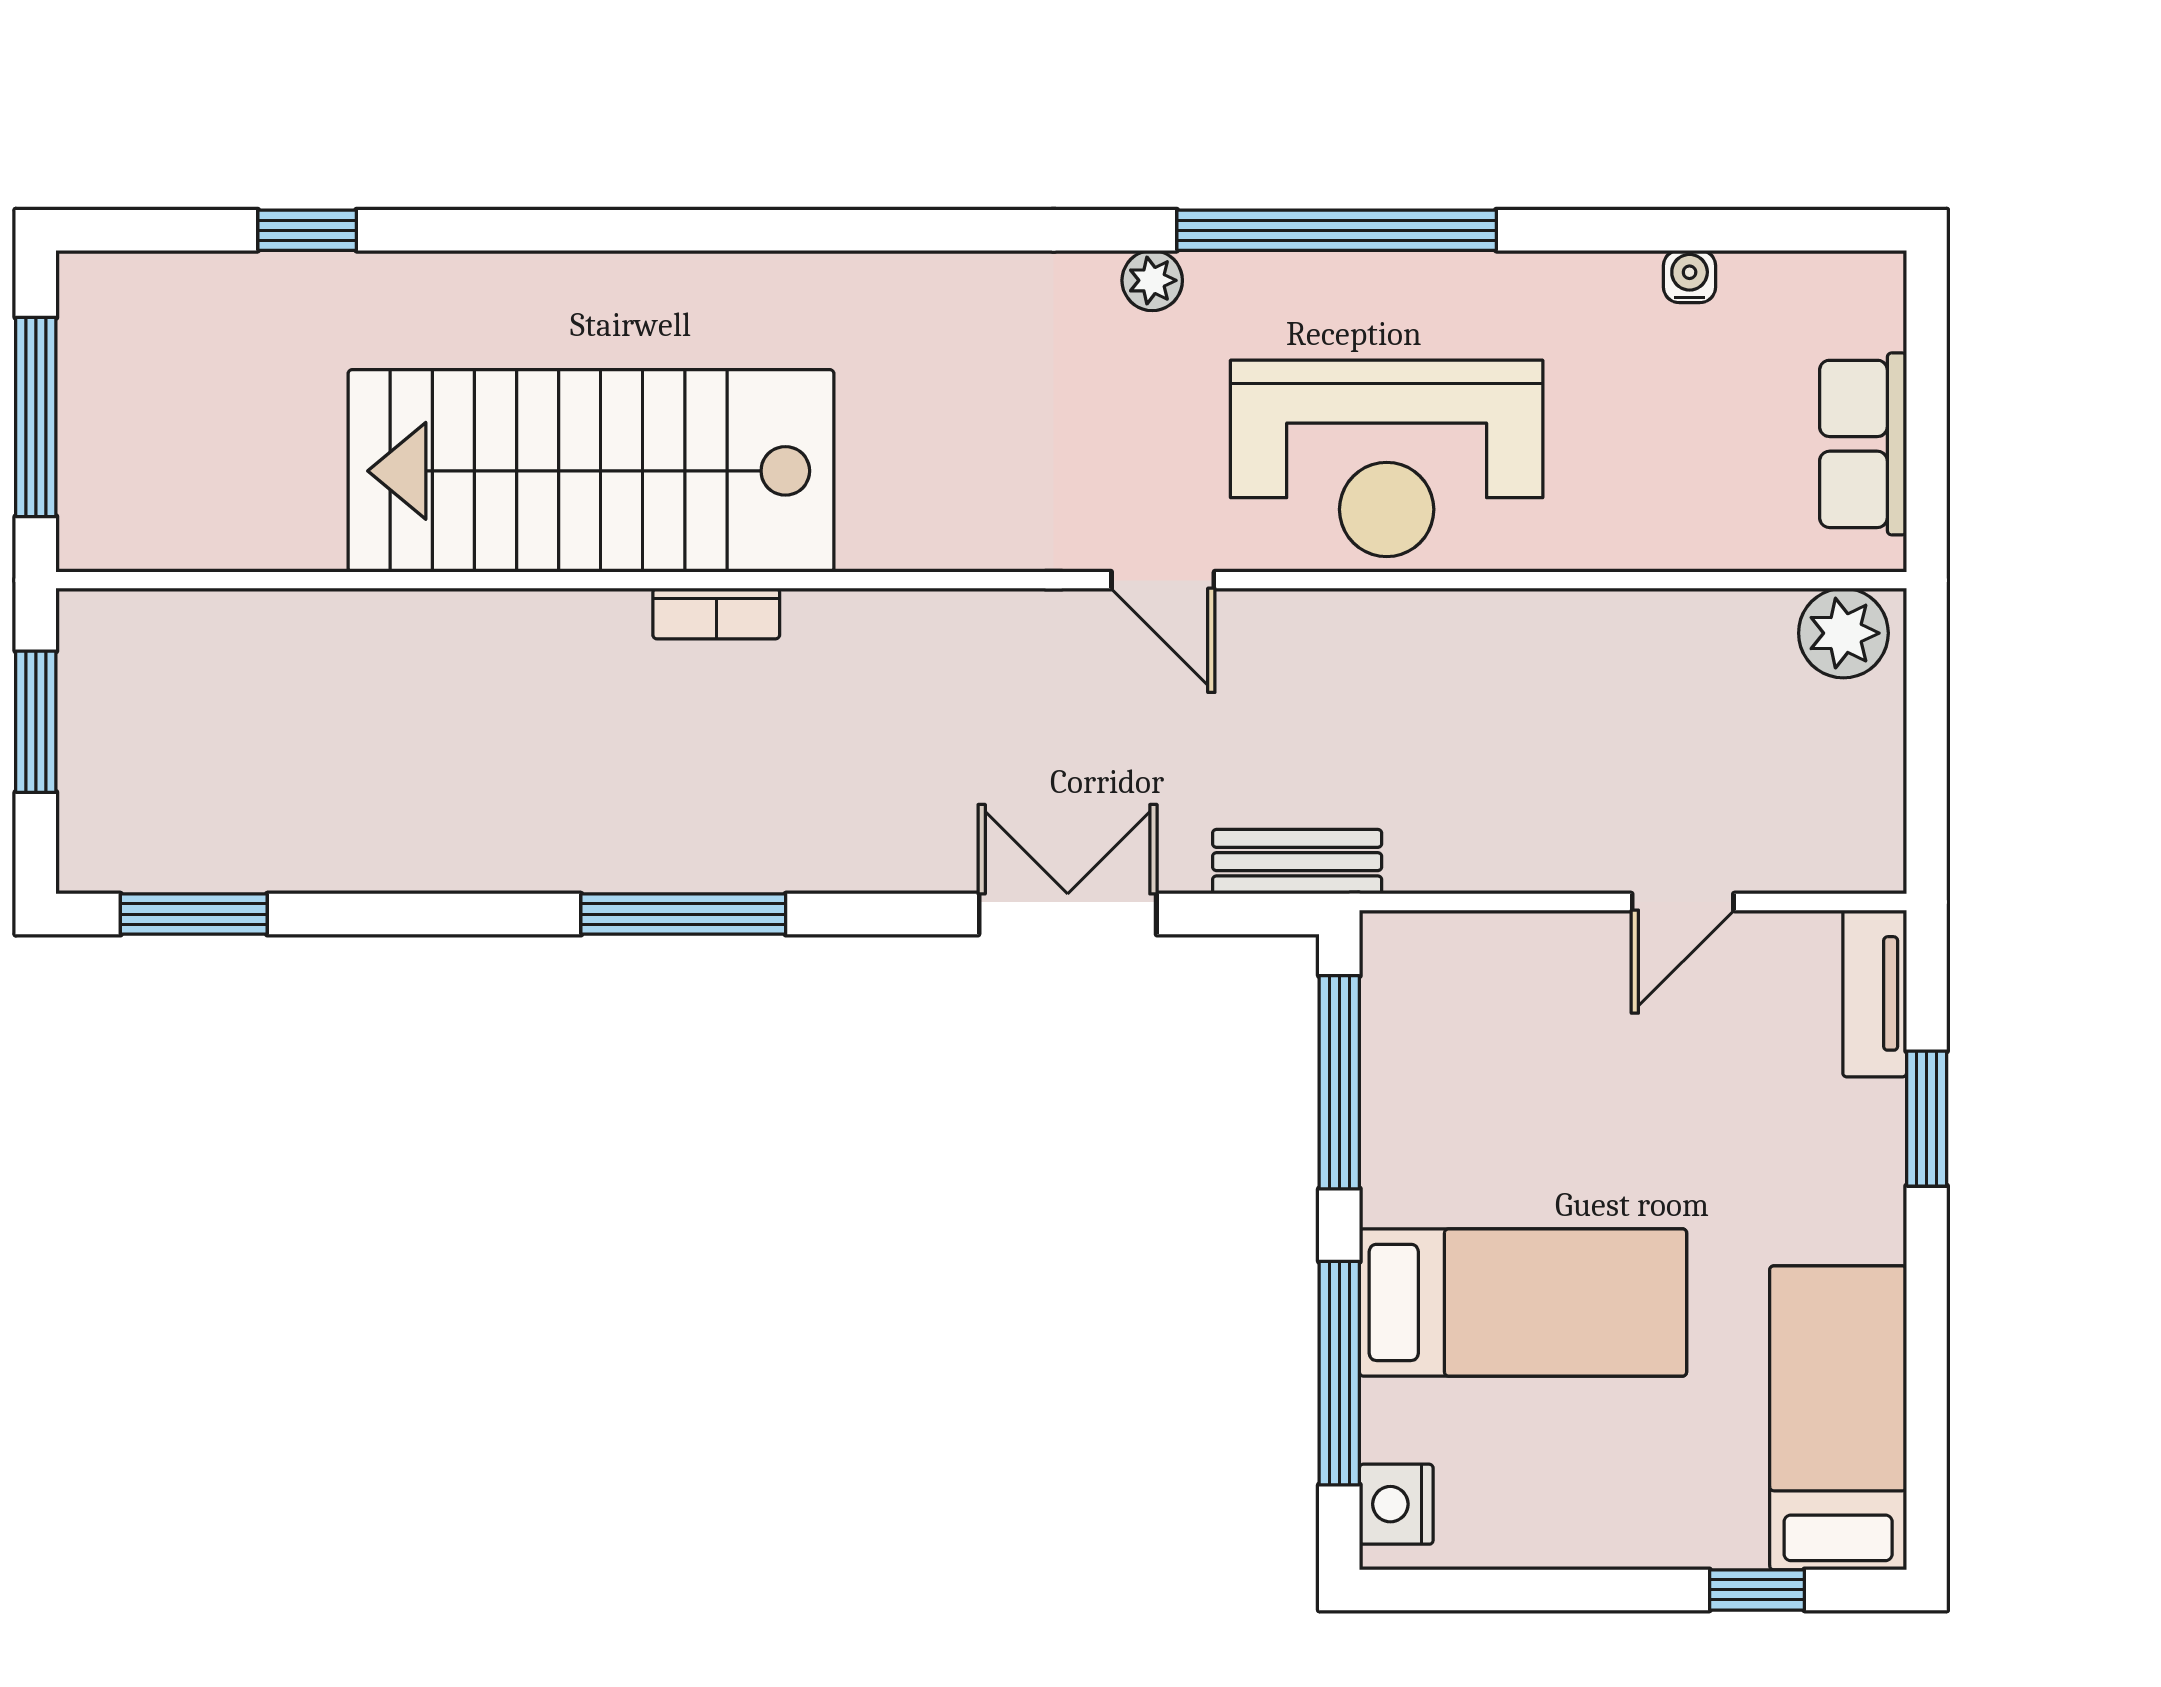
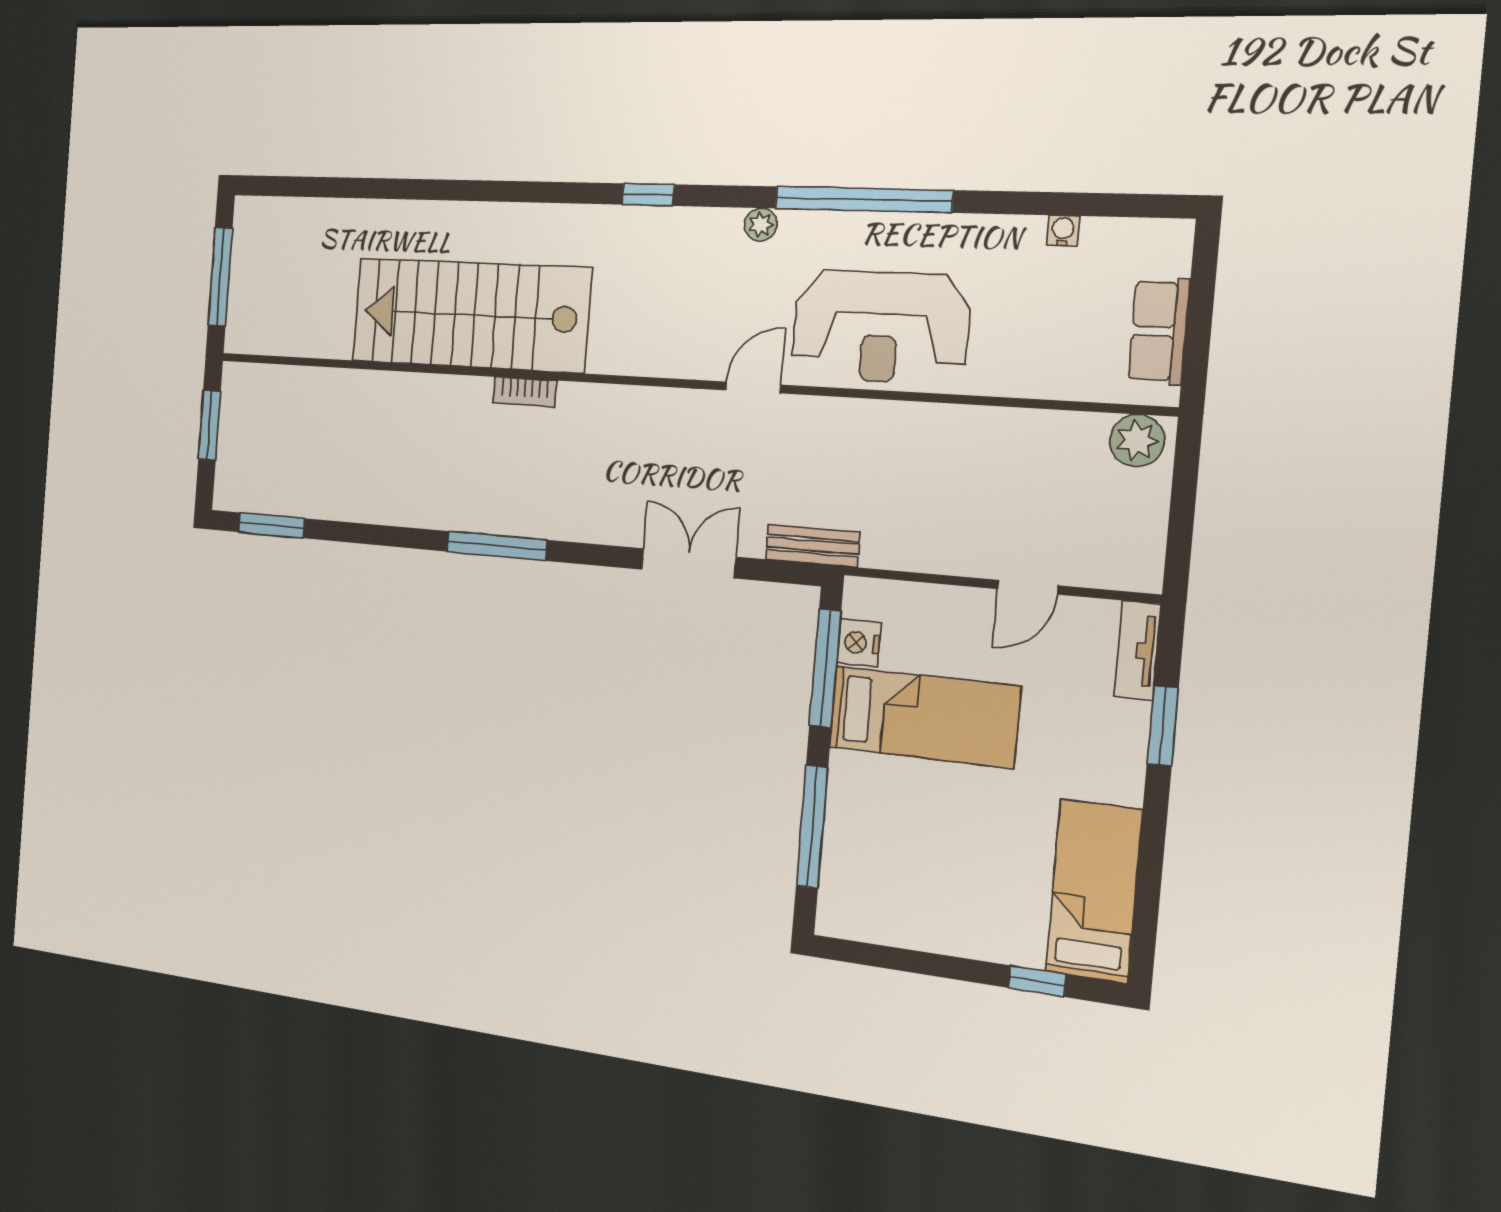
window: (307, 230) -> (648, 195), moved
door: (1163, 580) -> (753, 388), swing flipped
bed: (1523, 1302) -> (924, 717), moved
nightstand: (1396, 1504) -> (859, 643), moved

